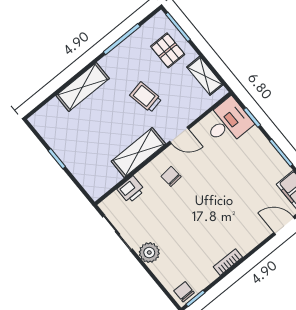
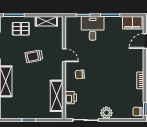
desk: (227, 122) -> (93, 28), moved
door: (179, 135) -> (64, 55), hinge flipped
shelving: (138, 152) -> (57, 96), moved

